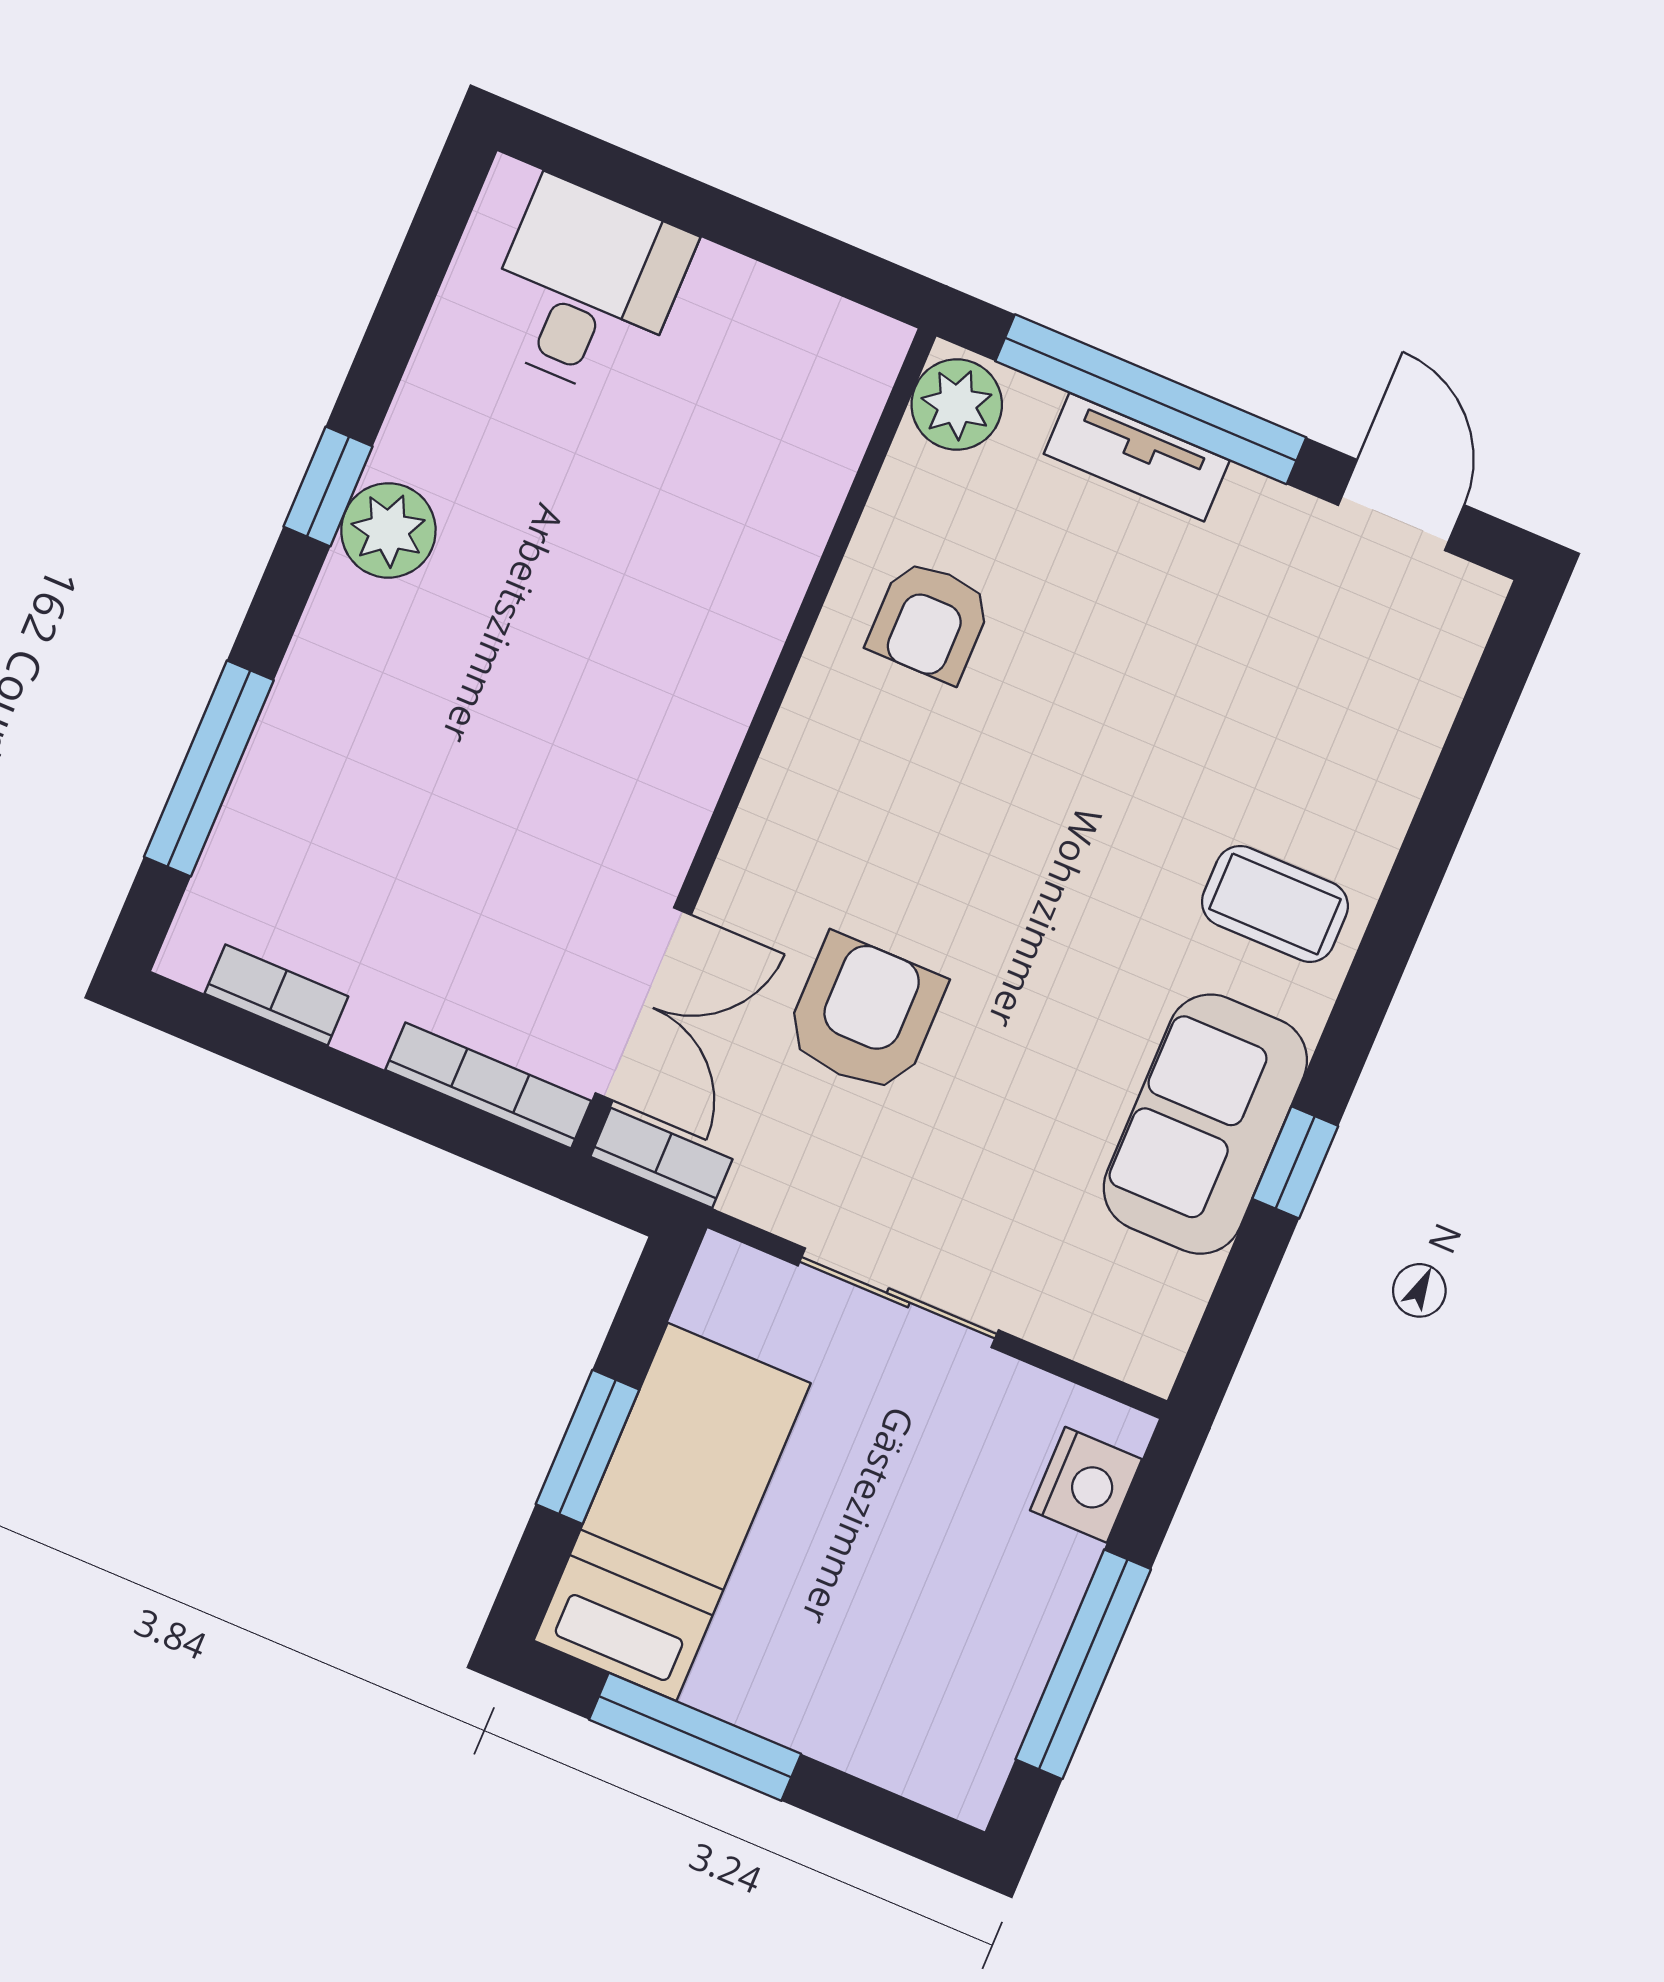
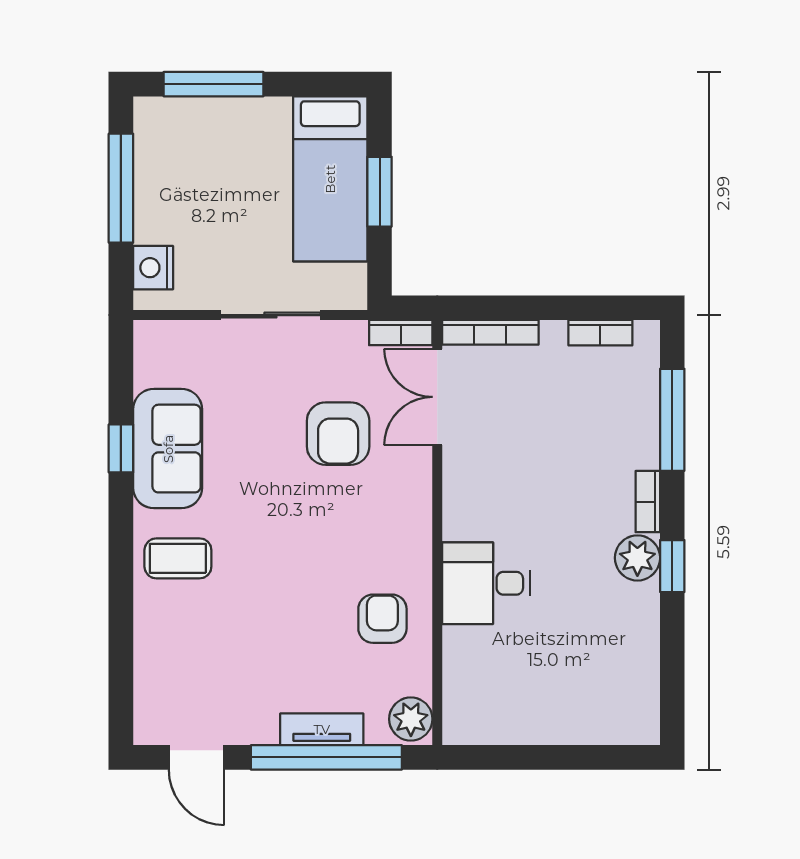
desk: (586, 288) -> (486, 583), moved, turned 90
bookcase: (323, 631) -> (648, 502), added
window: (695, 1737) -> (213, 84), moved

